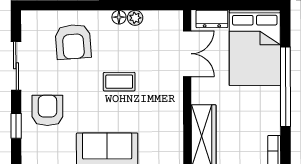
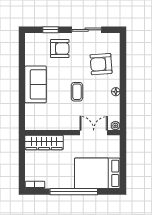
plant: (135, 18) -> (115, 126), moved
dresser: (212, 19) -> (115, 148), removed
double door: (187, 54) -> (94, 133), swing flipped

